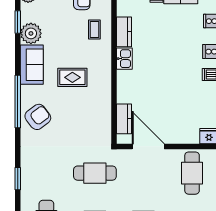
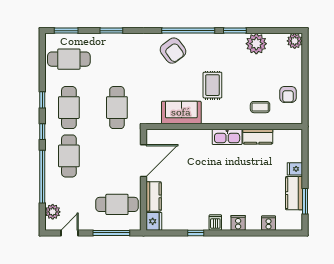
window: (18, 22) -> (235, 31), moved
kitchen sink: (124, 59) -> (227, 137), width x1.38
sofa: (32, 65) -> (181, 112), moved, turned 180
kitchen counter: (124, 119) -> (154, 196), moved, turned -90

